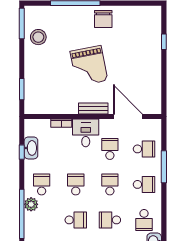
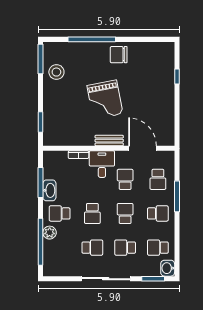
chair: (103, 19) -> (119, 55), turned 90
washbasin: (31, 148) -> (49, 190), moved
school desk: (144, 149) -> (158, 179), turned 90
window: (22, 152) -> (41, 182), width x2.17
school desk: (42, 184) -> (60, 213), turned -90
school desk: (76, 184) -> (92, 213), turned 180
school desk: (144, 220) -> (158, 248), turned 90

